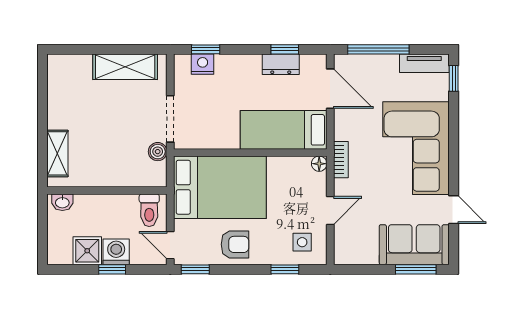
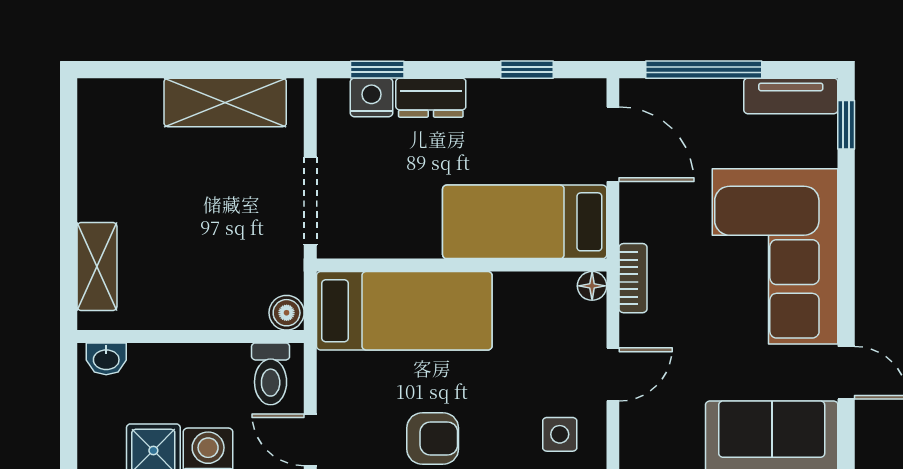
dresser: (281, 64) -> (431, 98), moved
boiler: (158, 152) -> (287, 313), moved
bed: (220, 187) -> (404, 311), width x0.67

